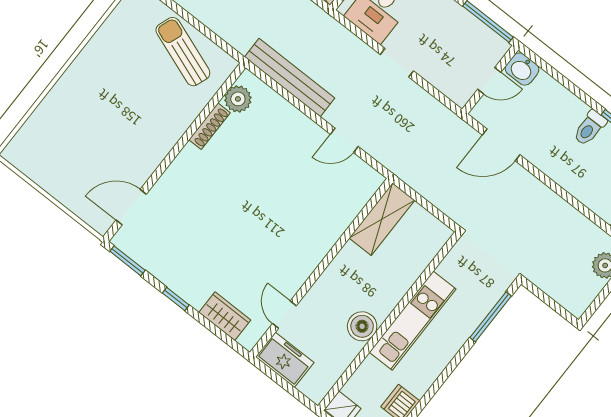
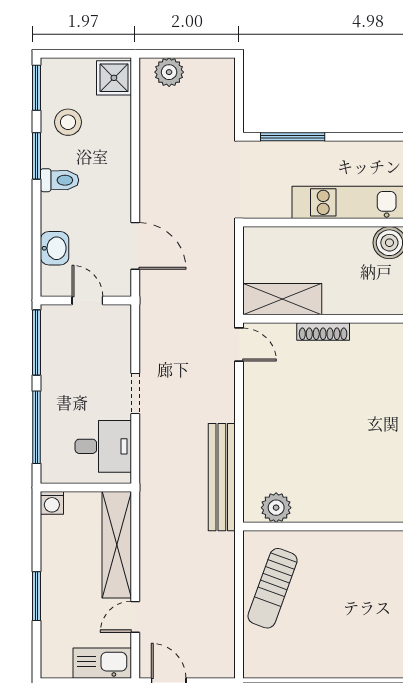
washbasin: (522, 69) -> (55, 248), moved
shoe rack: (210, 126) -> (323, 331), moved, turned 180
door: (344, 140) -> (239, 345), moved

